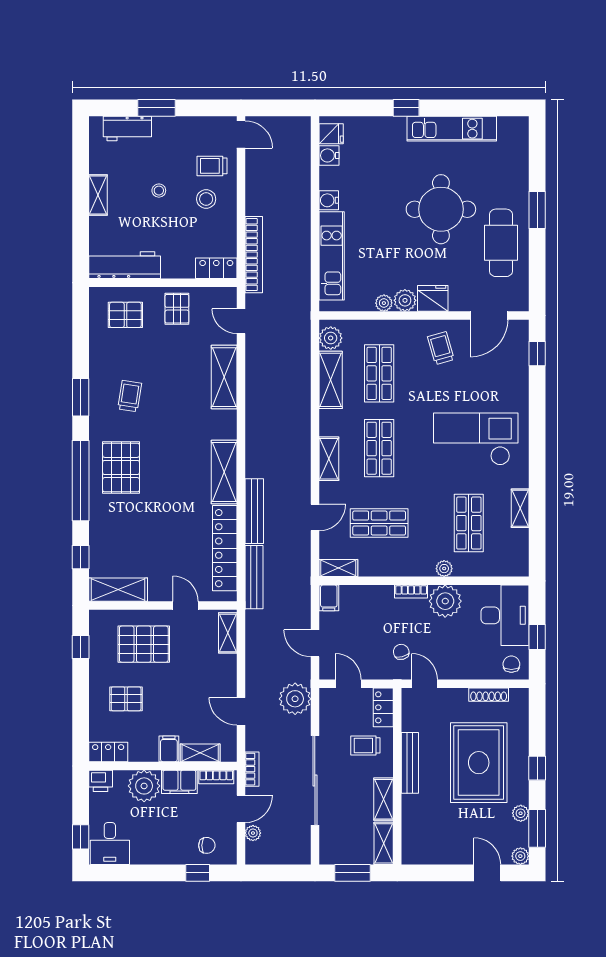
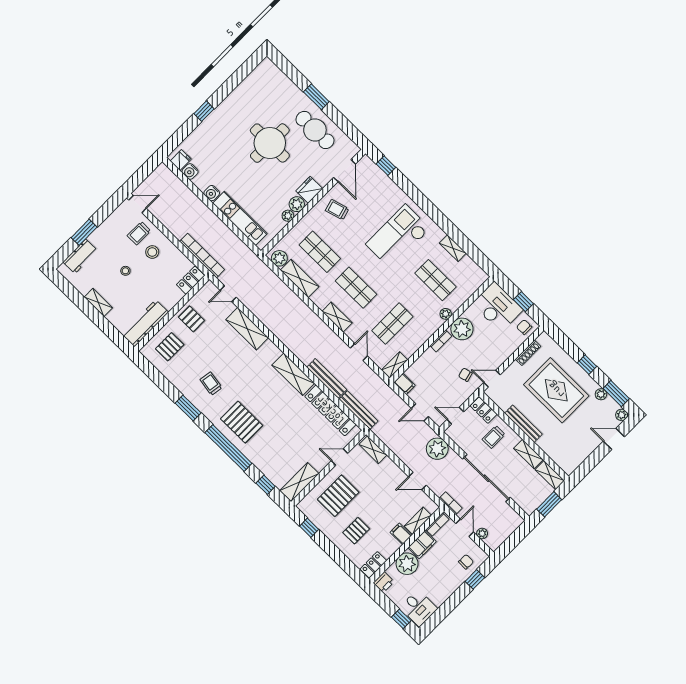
kitchen unit: (452, 129) -> (236, 99), removed

